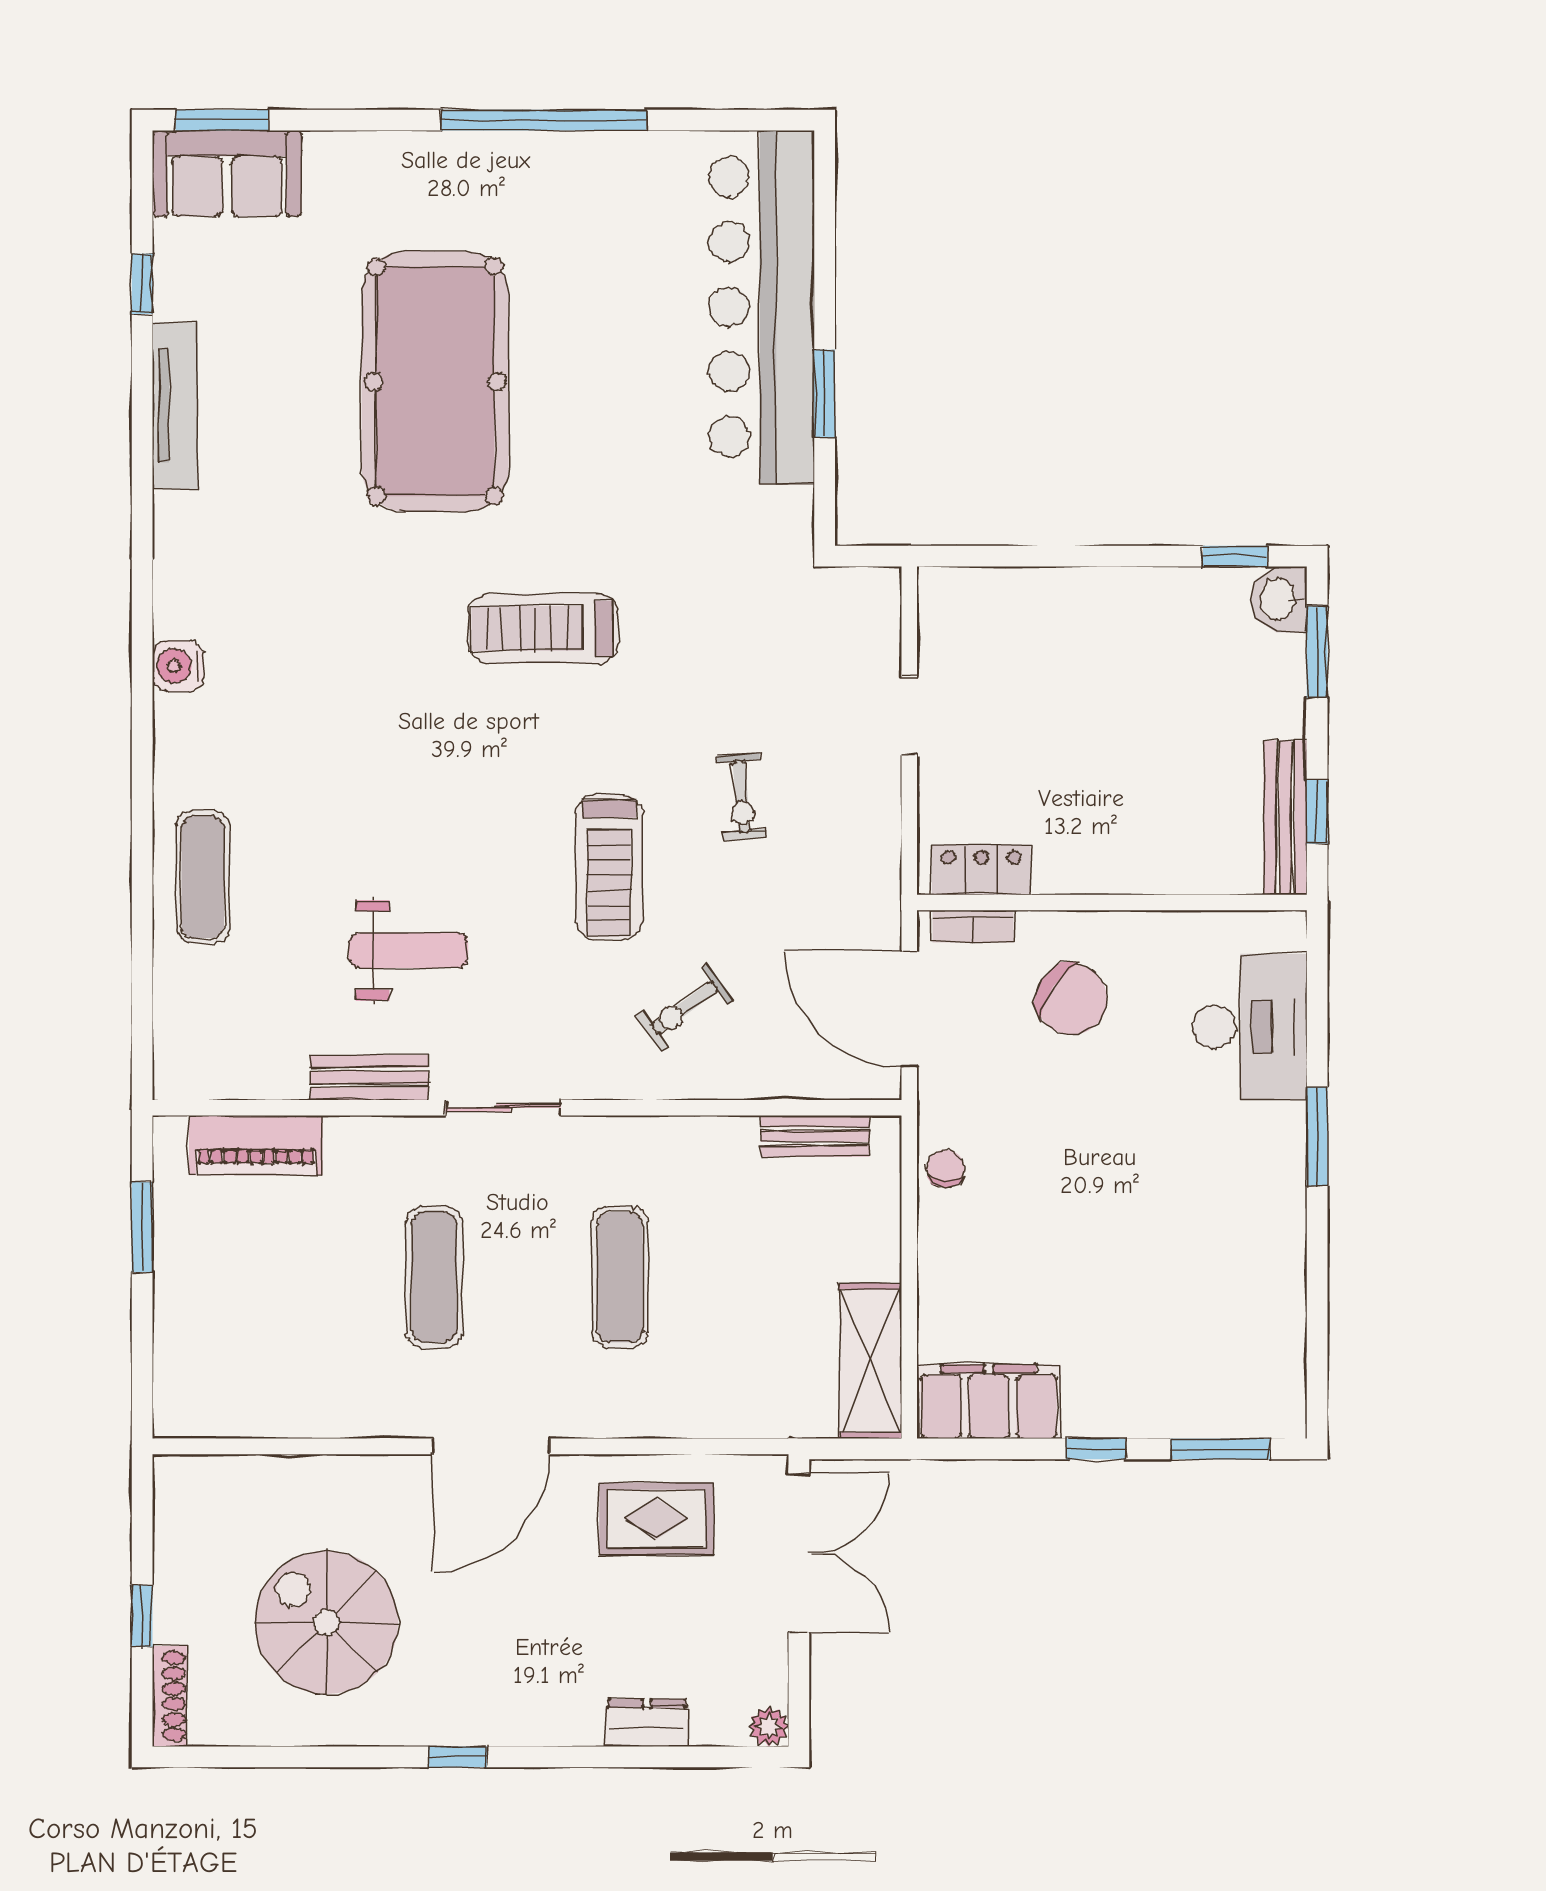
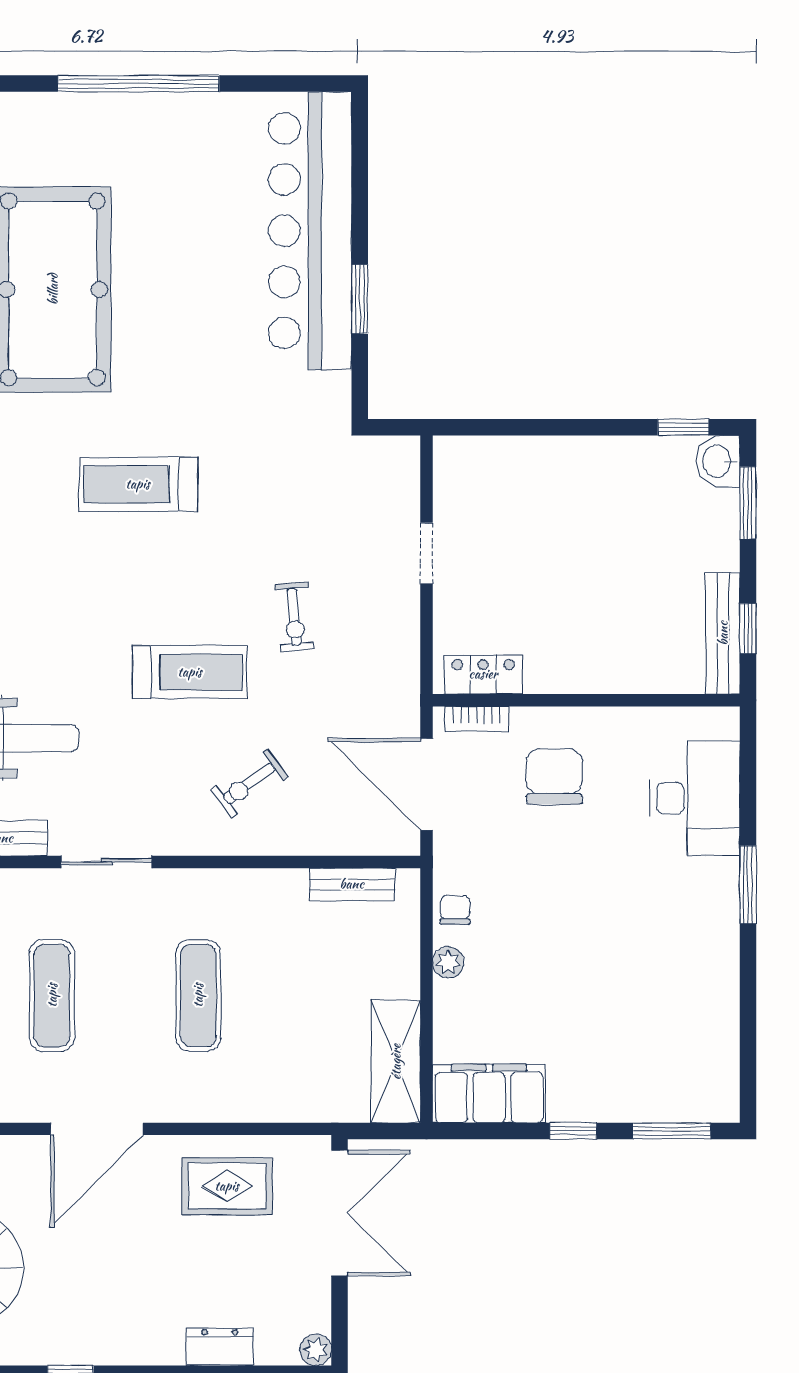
treadmill: (609, 867) -> (190, 672), turned -90
chair: (1071, 999) -> (554, 777), turned -124
plant: (937, 1235) -> (448, 962), added

